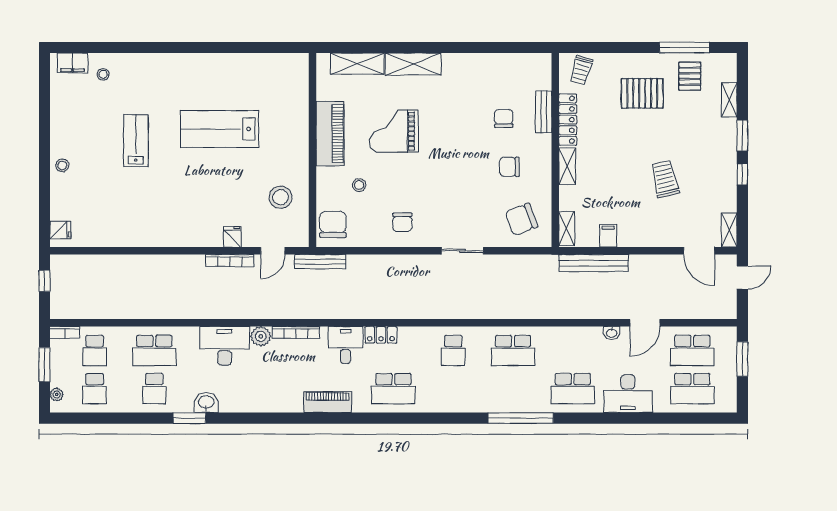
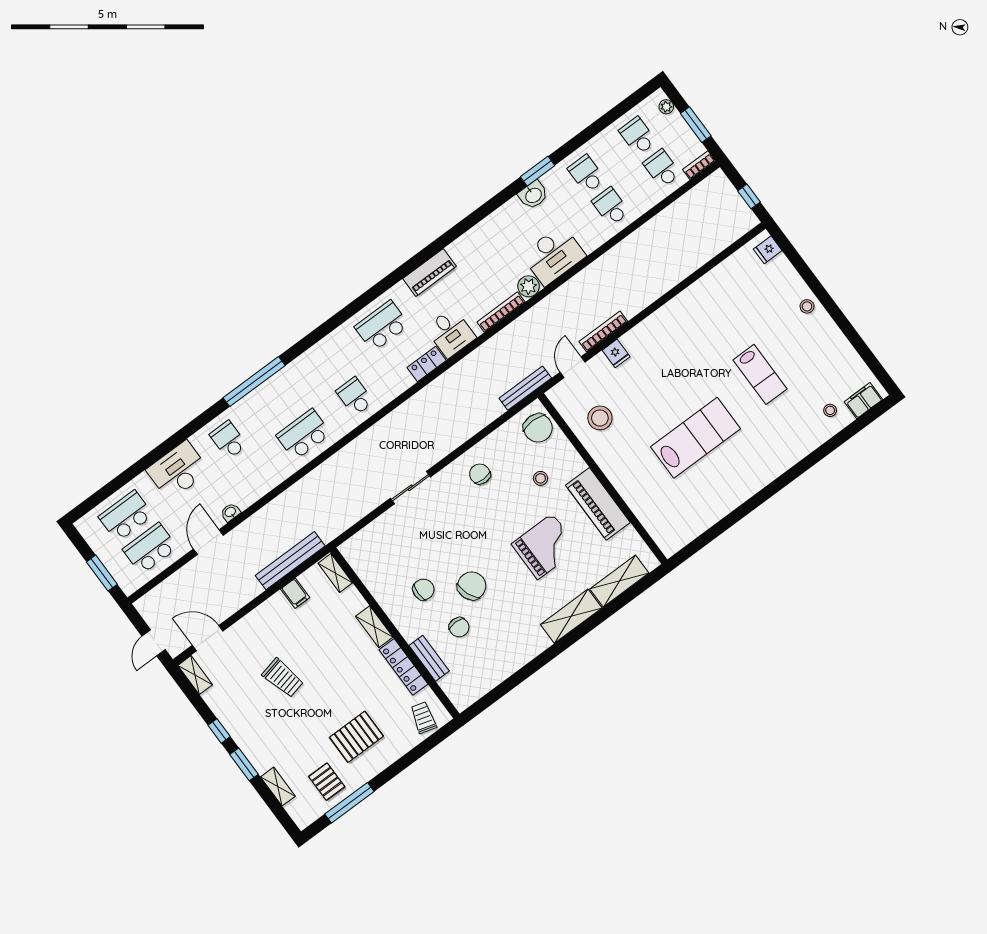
chair: (521, 219) -> (472, 586), moved
school desk: (154, 351) -> (611, 207), width x0.54
school desk: (573, 389) -> (228, 440), width x0.54

